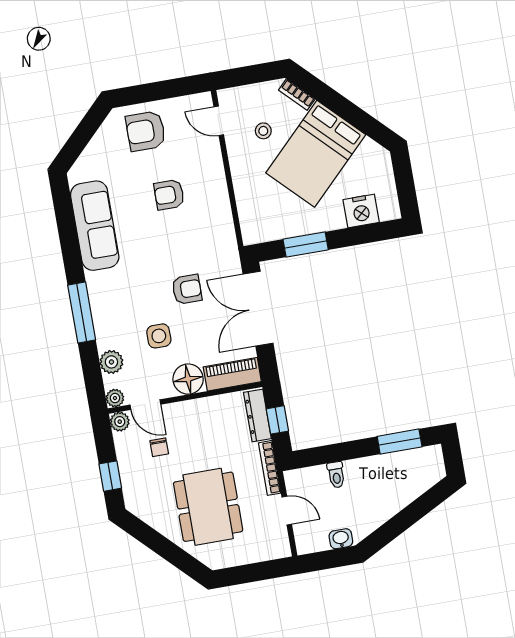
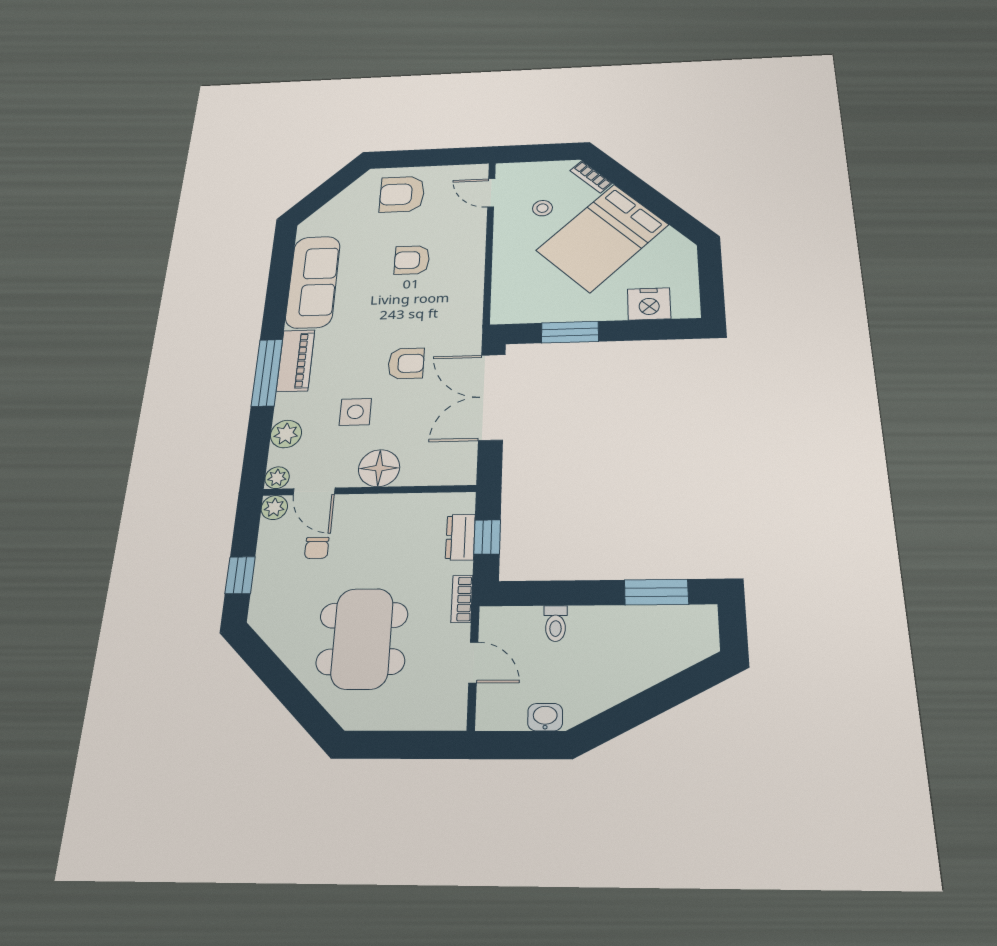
piano: (232, 374) -> (296, 361), moved, turned 90
dresser: (257, 416) -> (460, 537), width x0.70
bookcase: (270, 468) -> (462, 599), width x0.64

